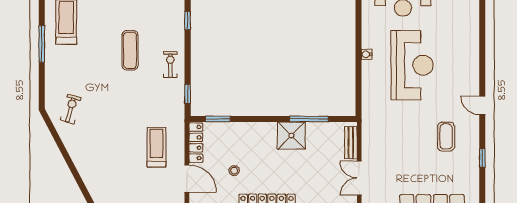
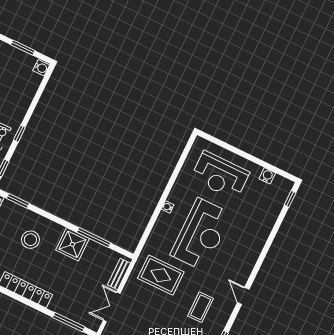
window: (188, 20) -> (19, 134), moved
rug: (392, 124) -> (161, 275), added
stool: (234, 171) -> (30, 240), moved, width x1.89, depth x1.89

